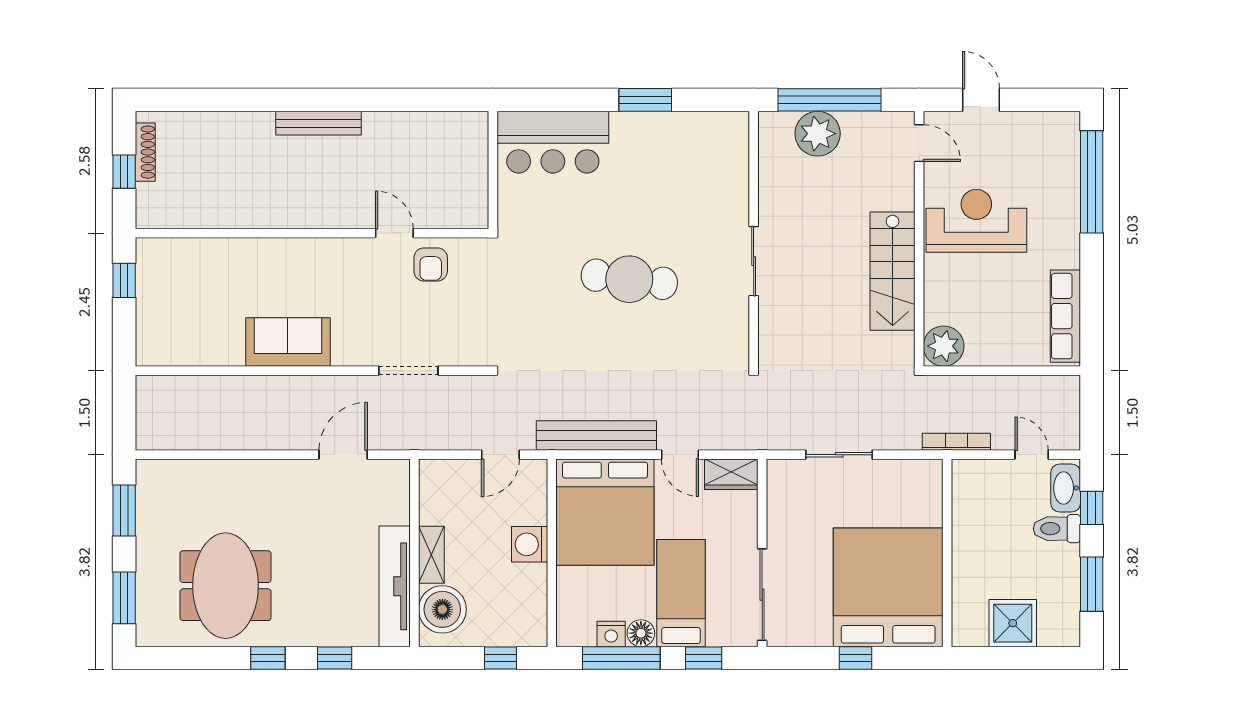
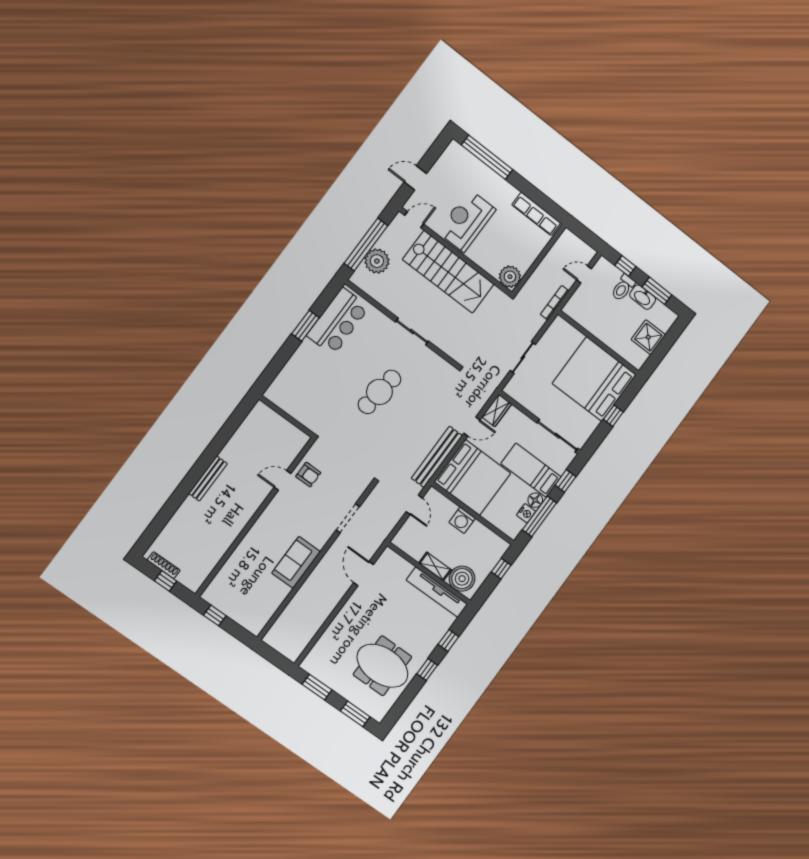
bar counter: (553, 142) -> (338, 321), moved
stairs: (893, 271) -> (448, 272), width x1.36, depth x1.51
washbasin: (1066, 488) -> (643, 297), moved

